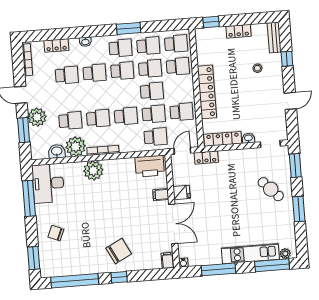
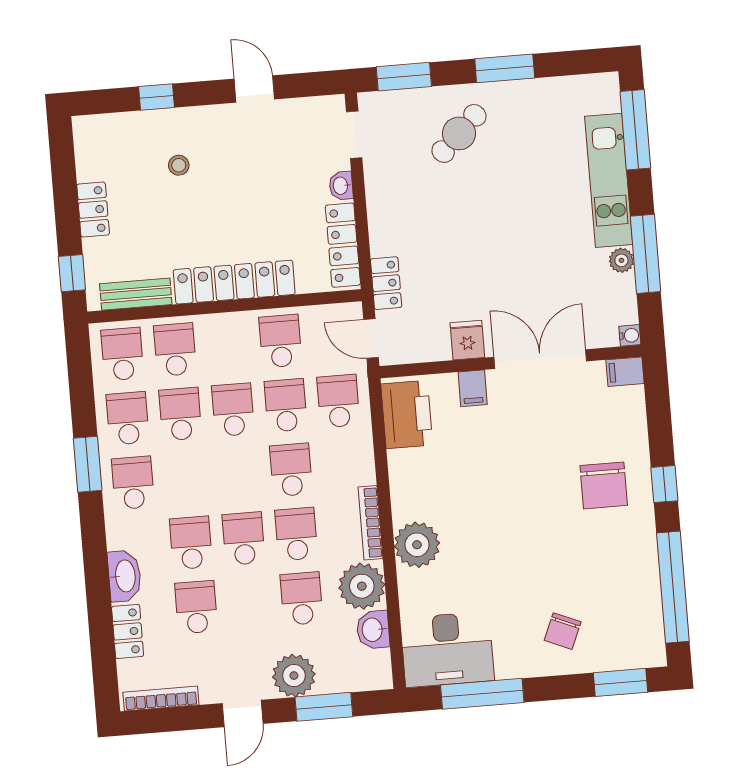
bench: (274, 37) -> (136, 294), moved
washbasin: (85, 42) -> (124, 576), width x1.91, depth x1.45
school desk: (122, 71) -> (244, 538), moved
chair: (119, 251) -> (604, 485), turned -153
plant: (285, 254) -> (621, 260), moved

